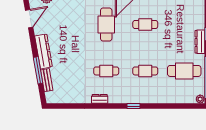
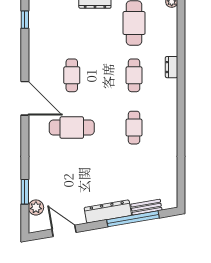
window: (38, 70) -> (133, 219), width x1.46
dresser: (100, 99) -> (171, 67), moved
window: (133, 106) -> (181, 91), removed

